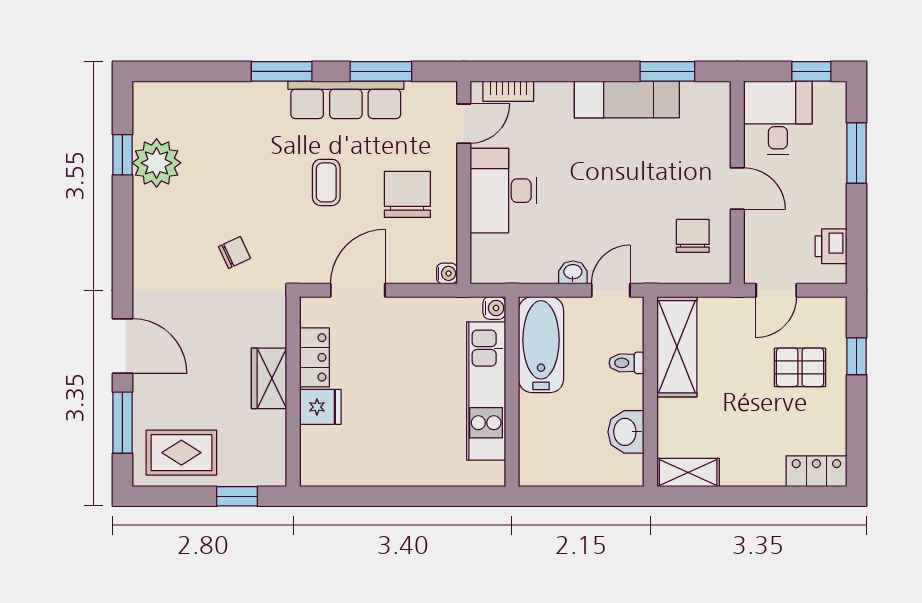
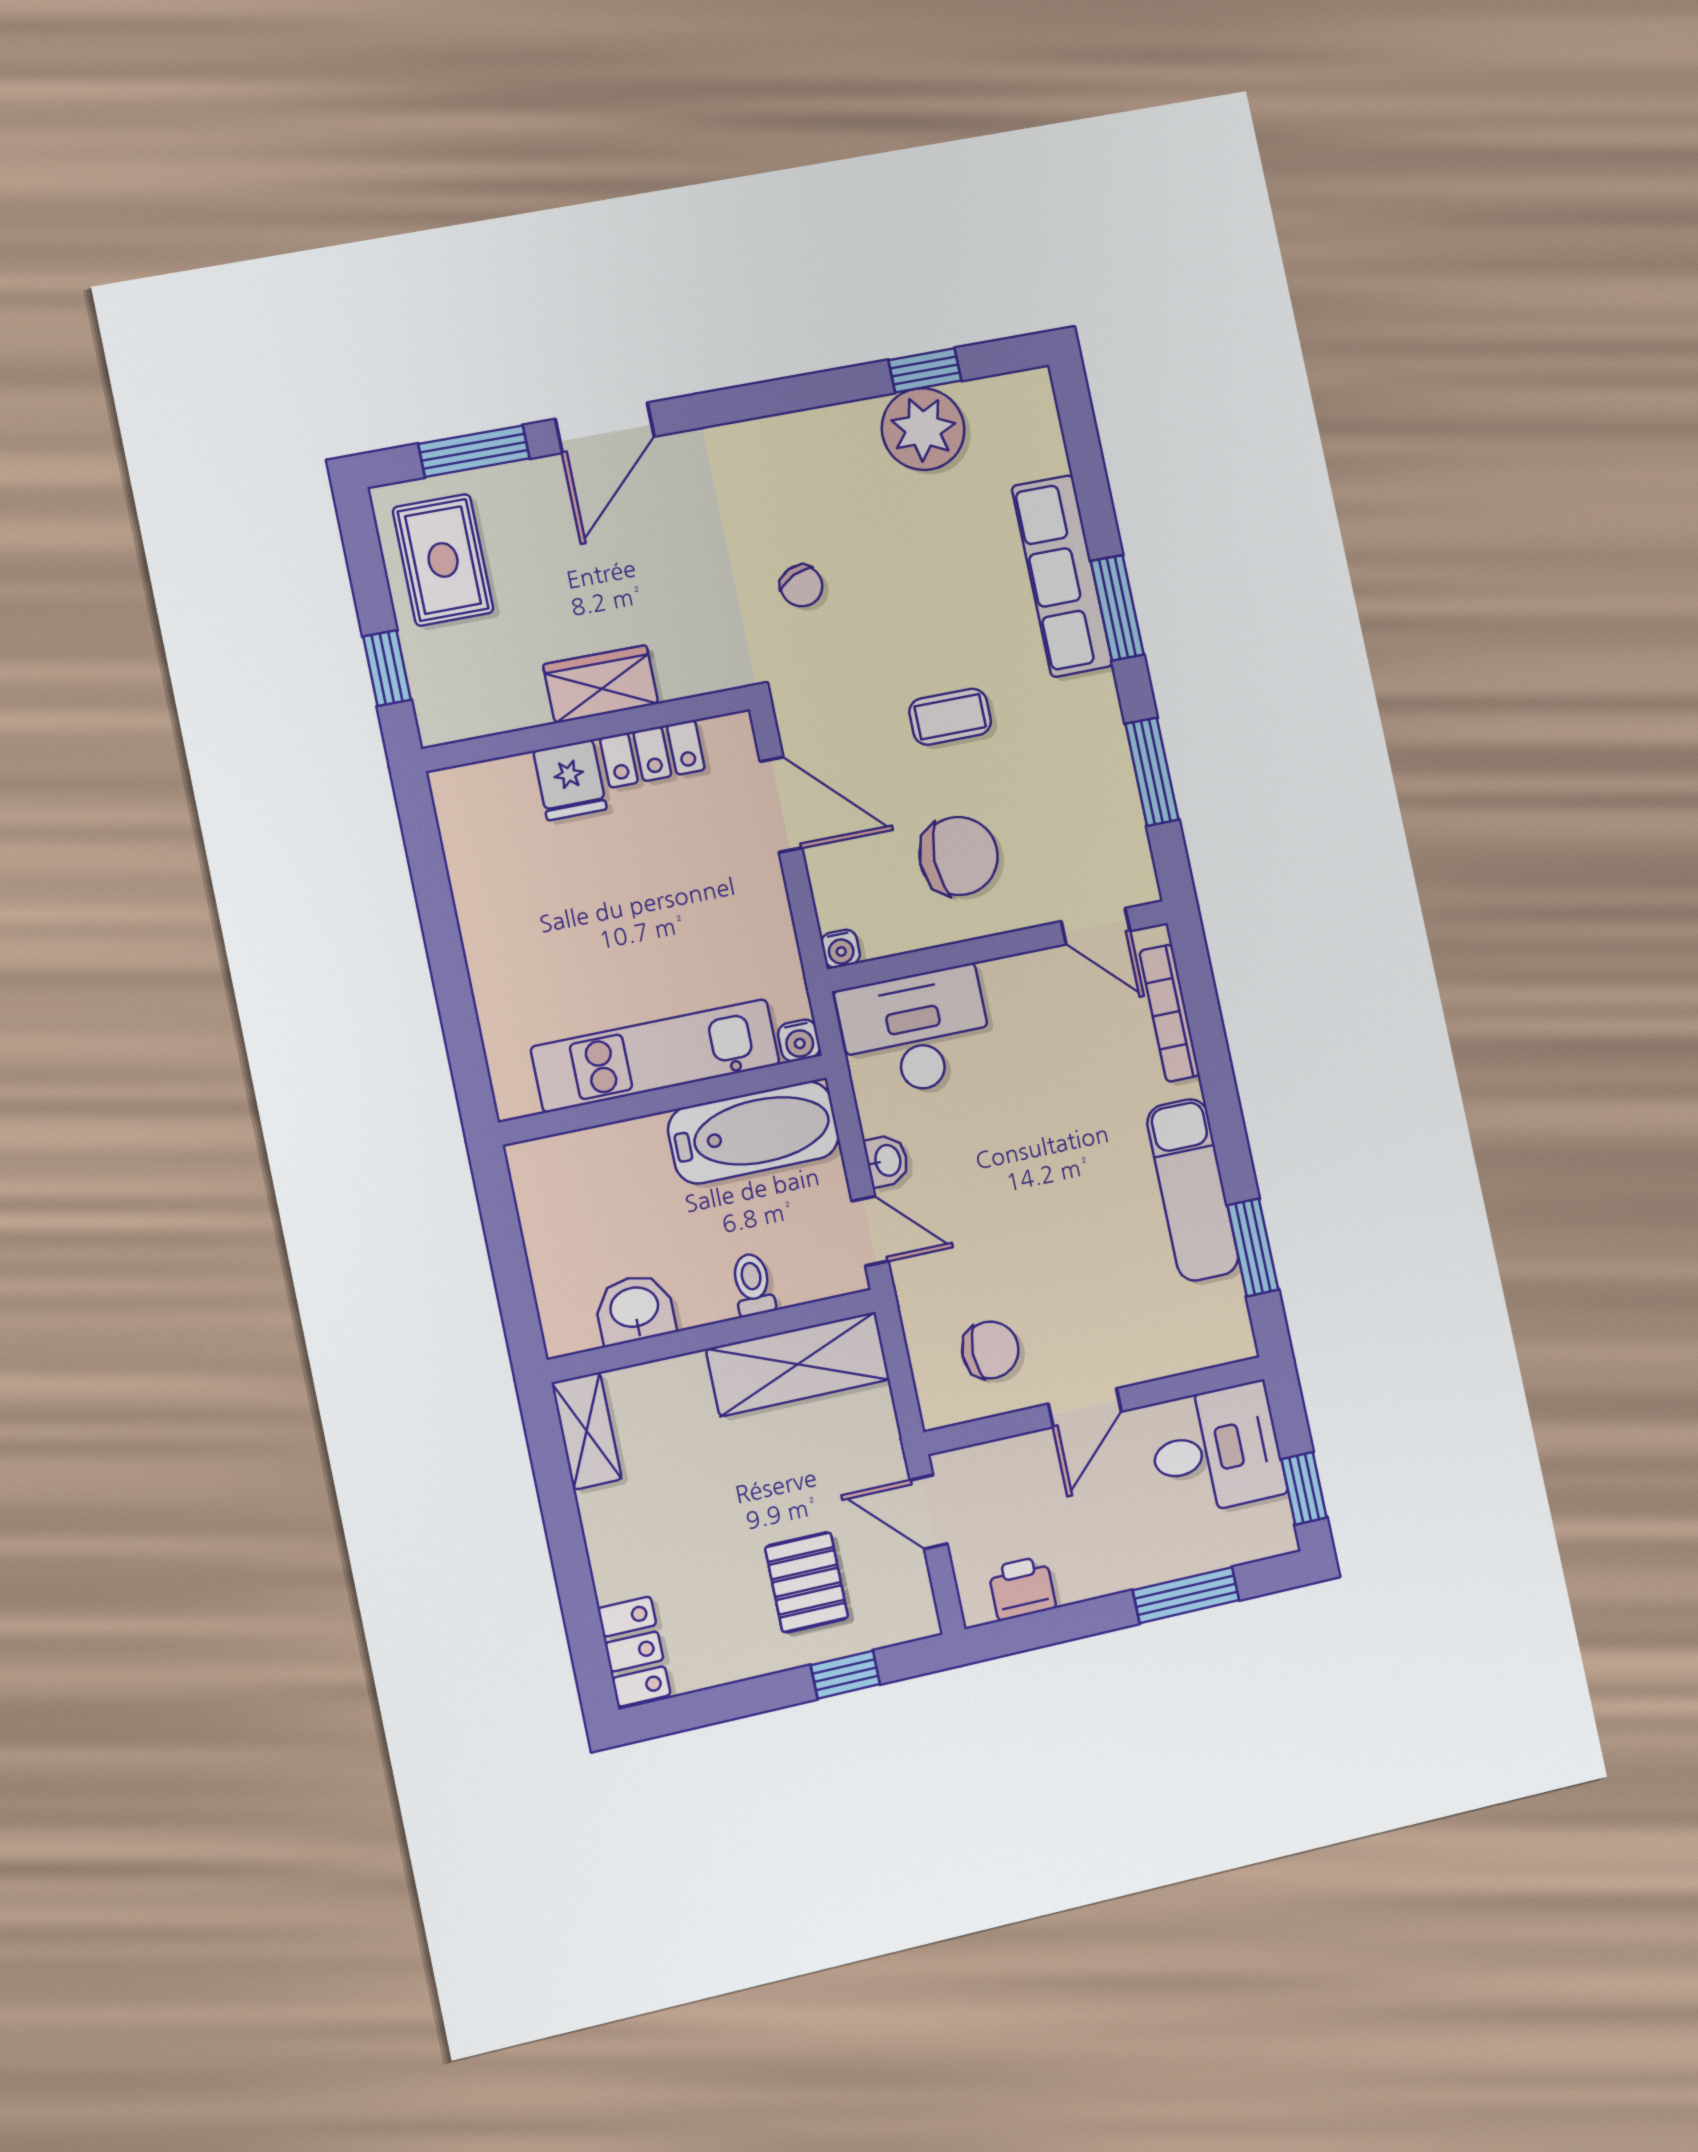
bookcase: (508, 91) -> (1169, 1013), width x1.56
row of seats: (346, 100) -> (1062, 576), moved
desk: (503, 191) -> (916, 1032), moved

